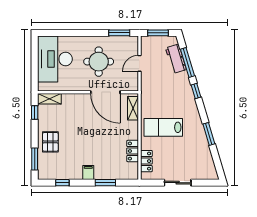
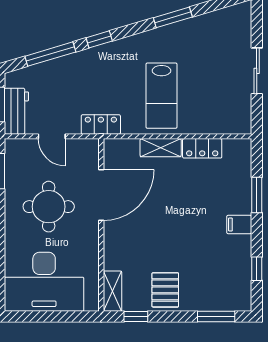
workbench: (176, 59) -> (16, 111), moved, turned -73
shelving: (133, 108) -> (161, 148), moved
pallet: (50, 142) -> (165, 290), moved, turned 90
locker: (146, 161) -> (101, 125), moved

